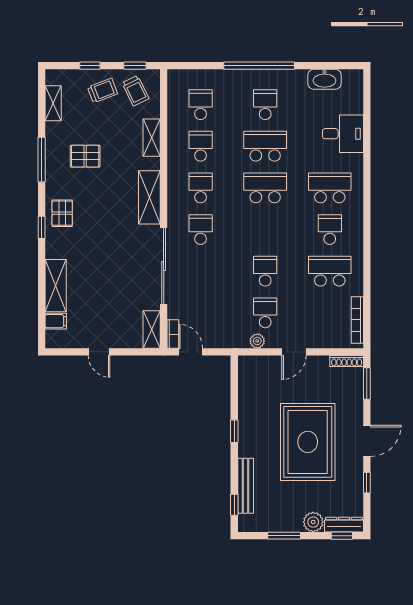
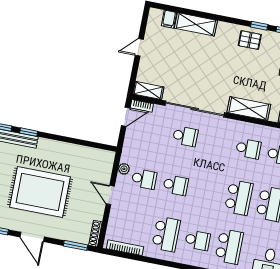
window: (42, 227) -> (259, 26), moved
school desk: (201, 230) -> (185, 136), moved
window: (234, 431) -> (29, 132), moved

